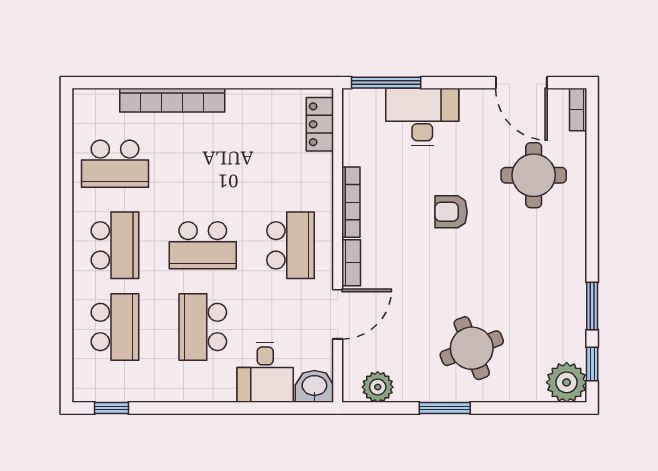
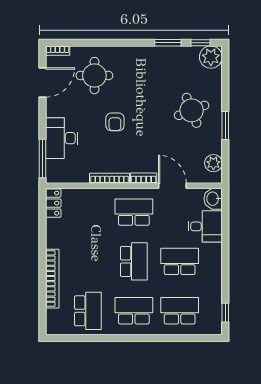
locker: (320, 124) -> (53, 203), moved, turned -90
school desk: (203, 327) -> (180, 261), turned 180

